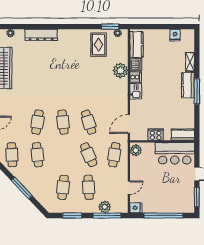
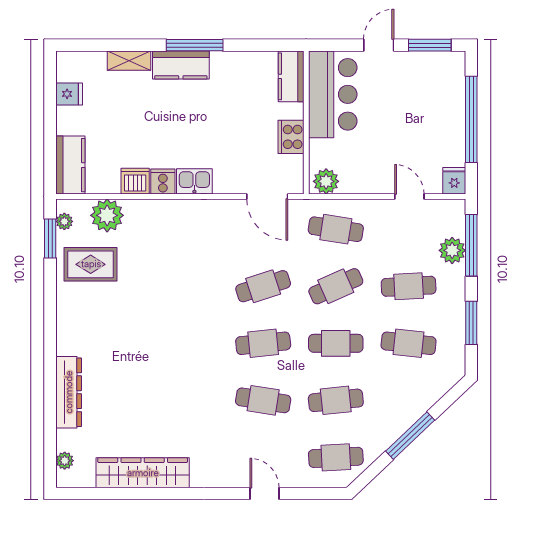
kitchen counter: (136, 45) -> (70, 165), moved, turned 90
plant: (120, 71) -> (107, 215), moved
cafe table: (63, 155) -> (336, 343), added

